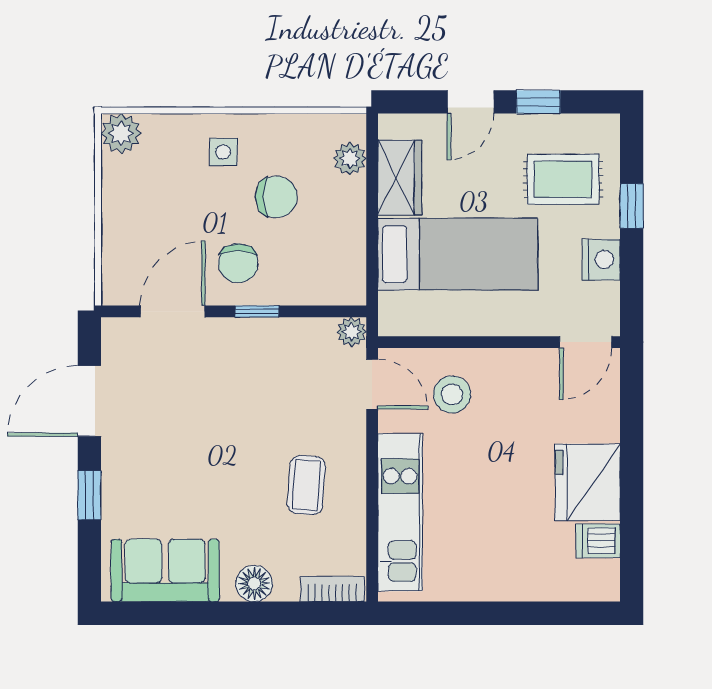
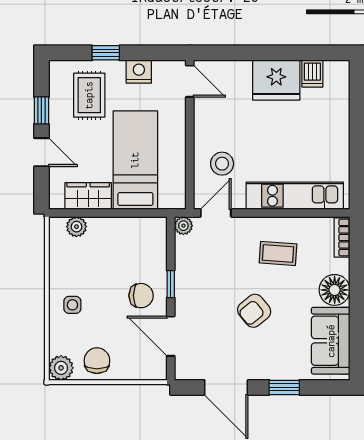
chair: (276, 197) -> (97, 361), moved
armchair: (214, 446) -> (254, 311), added
floor lamp: (254, 584) -> (335, 290), width x1.38, depth x1.38

